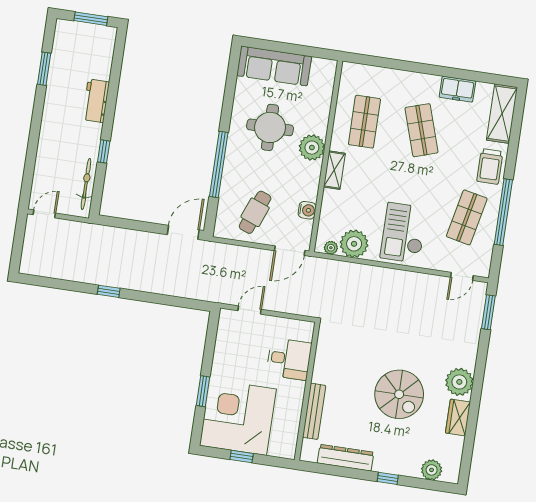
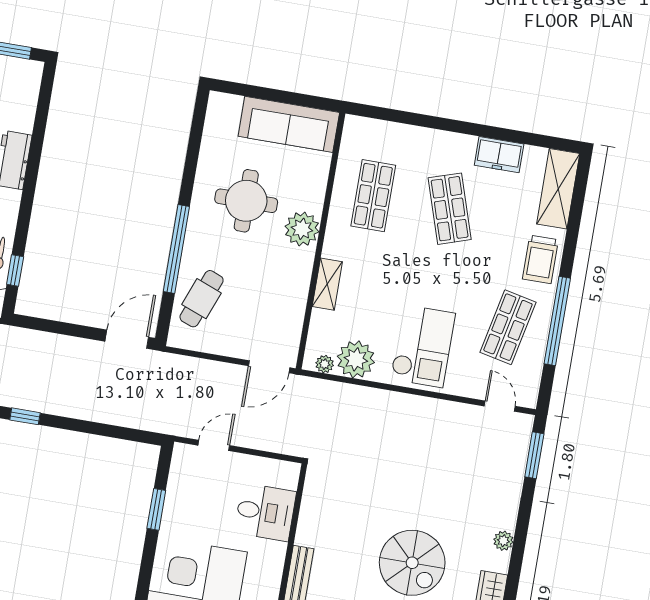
sofa: (274, 66) -> (289, 124), moved
window: (104, 151) -> (15, 271), moved
shelving: (334, 170) -> (327, 284), moved
water cooler: (307, 210) -> (294, 313), removed
cafe table: (255, 212) -> (202, 299), moved
checkout: (404, 233) -> (423, 346), turned 180
door: (462, 276) -> (500, 406), swing flipped
plant: (459, 382) -> (503, 541), width x0.53, depth x0.53
window: (203, 391) -> (156, 509), moved

